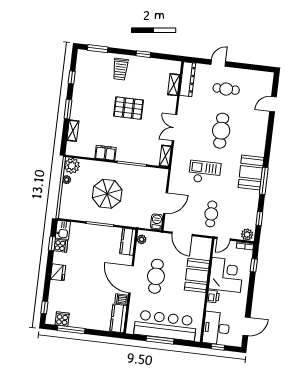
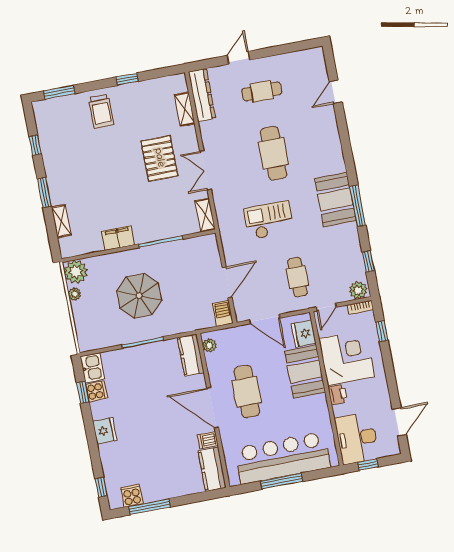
pallet: (129, 108) -> (159, 158), moved, turned 90
fridge: (204, 251) -> (304, 334), added

